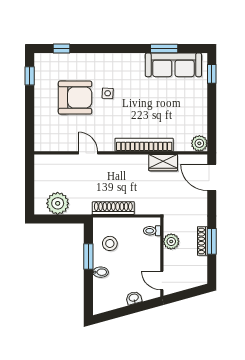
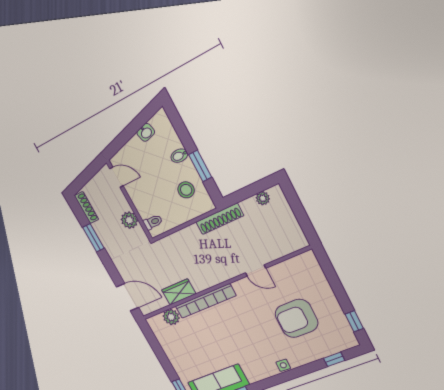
side table: (108, 93) -> (283, 365), moved
plant: (199, 143) -> (171, 317), moved
plant: (58, 203) -> (263, 198), width x0.53, depth x0.53
shoe rack: (113, 208) -> (220, 219), moved
shoe rack: (202, 241) -> (86, 208), moved
washbasin: (134, 298) -> (146, 132), moved

